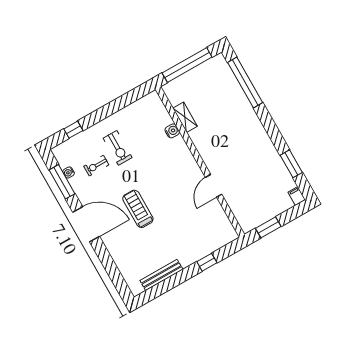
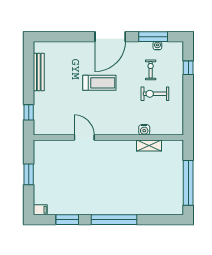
window: (245, 83) -> (114, 220), moved
shelving: (185, 117) -> (149, 146), moved
water cooler: (172, 131) -> (144, 130), moved
wall: (200, 162) -> (108, 138), moved
door: (214, 186) -> (84, 138), moved

